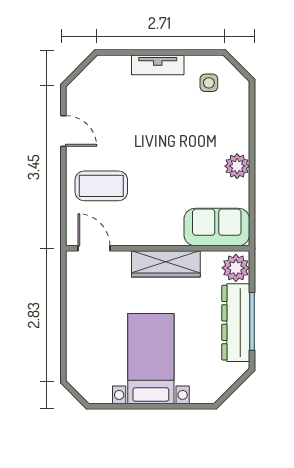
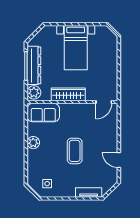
tv unit: (158, 65) -> (89, 192), moved
coffee table: (101, 186) -> (75, 151), moved, turned 90
door: (94, 248) -> (104, 102), hinge flipped

